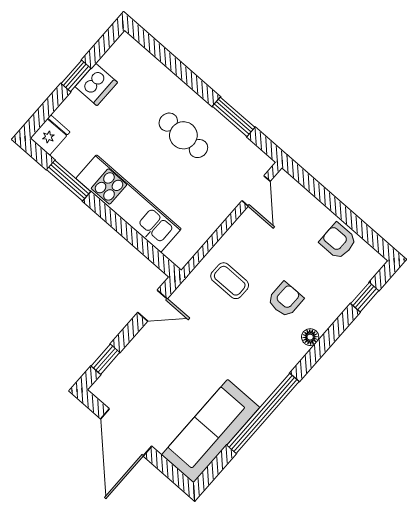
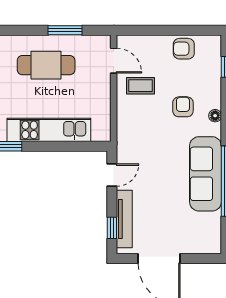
cafe table: (183, 135) -> (46, 65), width x1.37, depth x1.35
coffee table: (230, 281) -> (140, 86), moved
tv unit: (126, 361) -> (124, 219), added
sofa: (211, 431) -> (205, 174), moved

